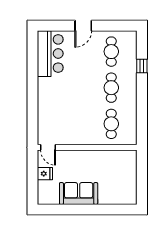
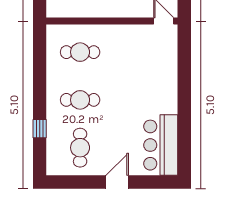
cafe table: (111, 88) -> (80, 100), turned 90
cafe table: (111, 124) -> (80, 52), turned 90

